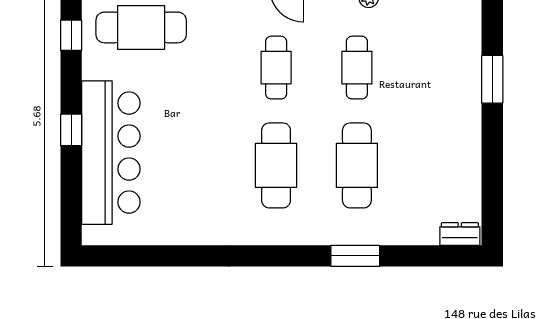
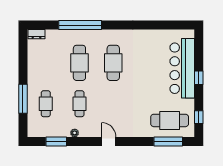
cafe table: (276, 68) -> (46, 104), moved
window: (492, 79) -> (23, 99), width x1.44
window: (355, 256) -> (80, 25), width x2.11

